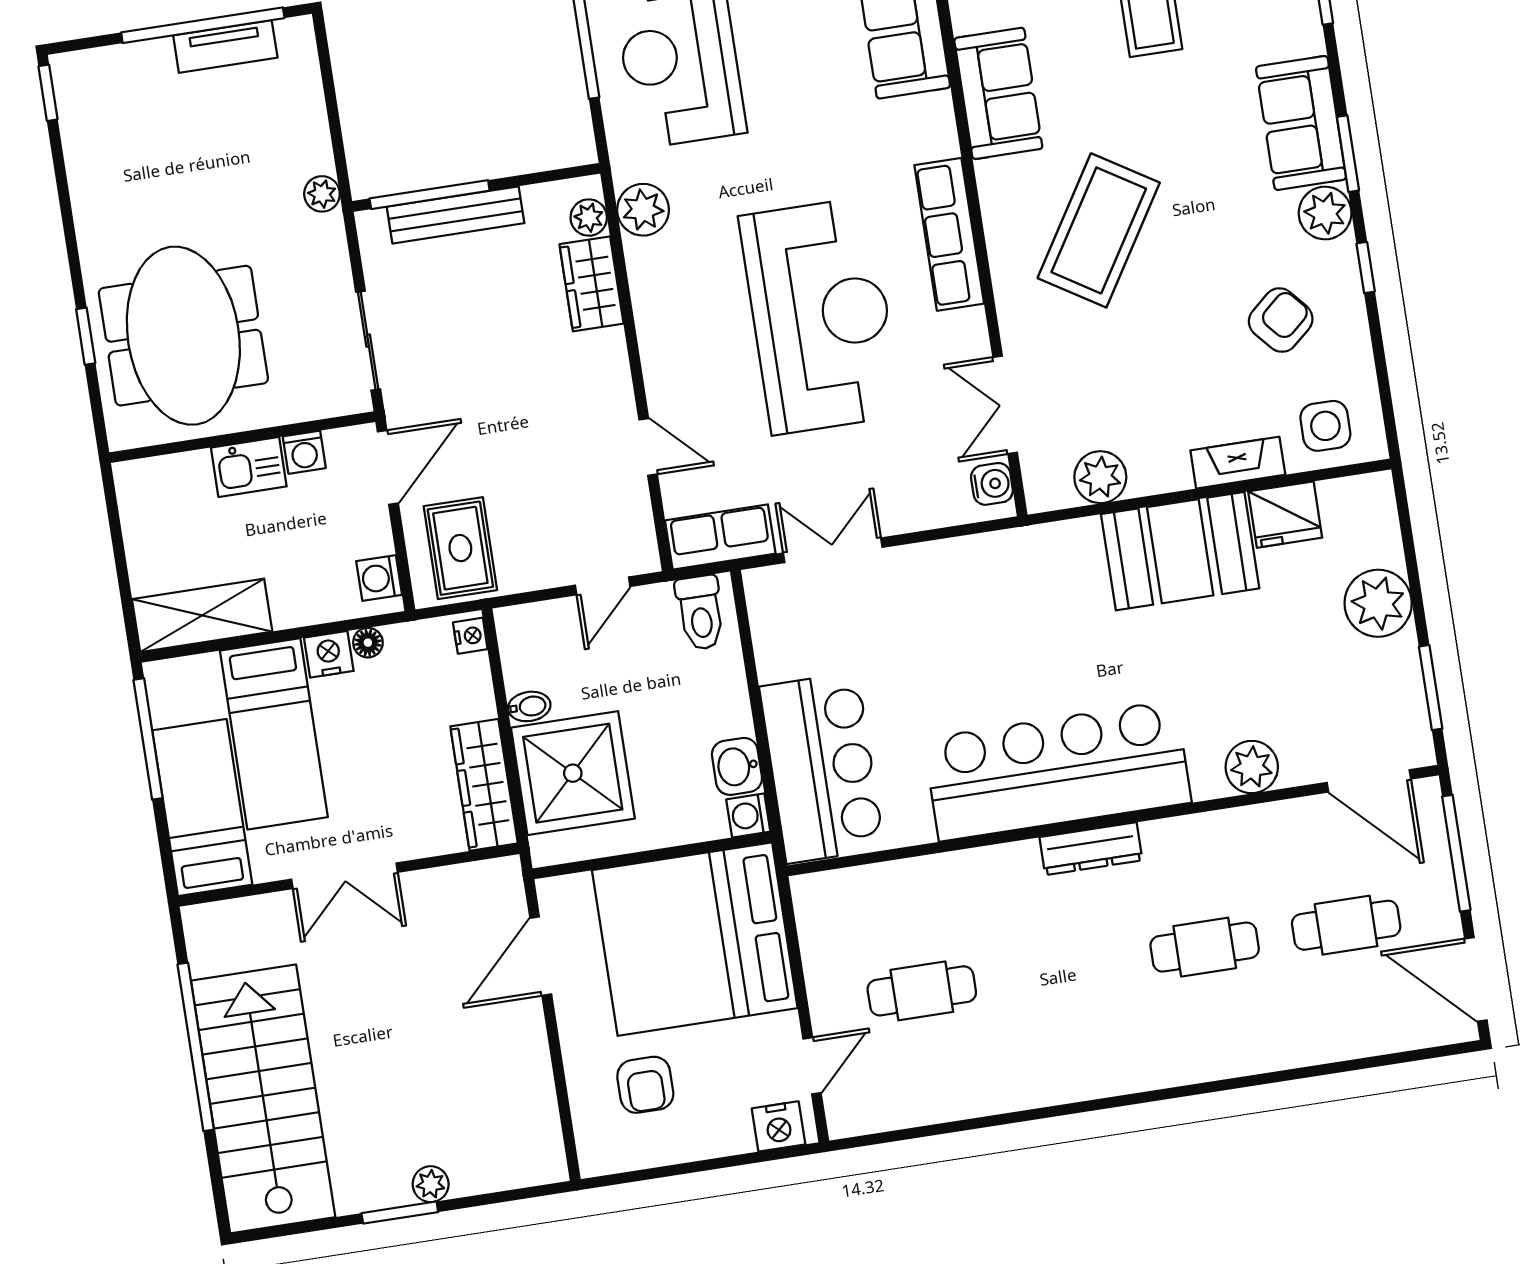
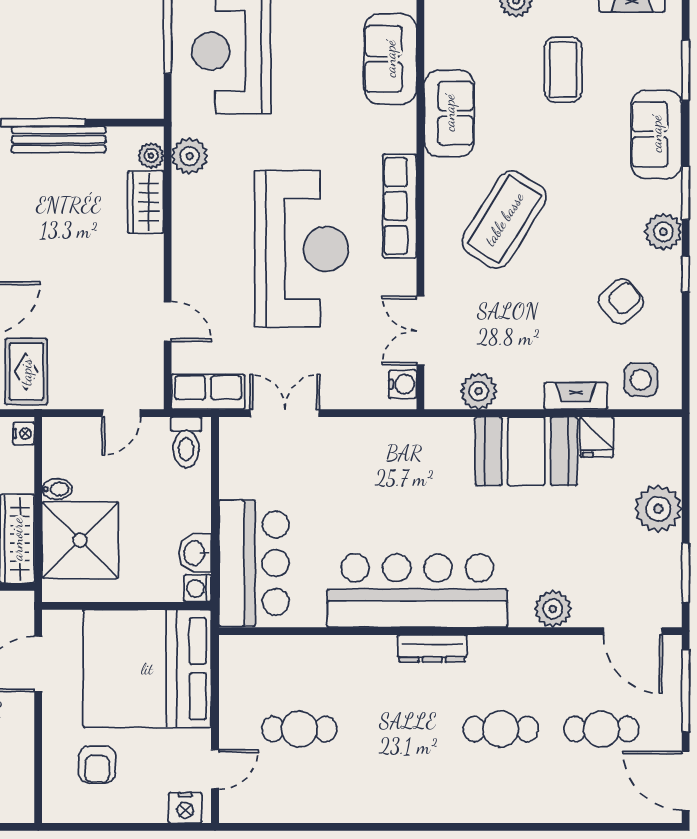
sofa: (1301, 123) -> (656, 134), moved
fridge: (1285, 515) -> (597, 437), width x0.72

